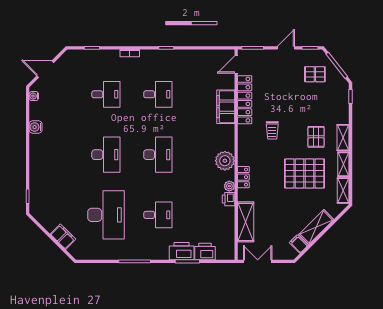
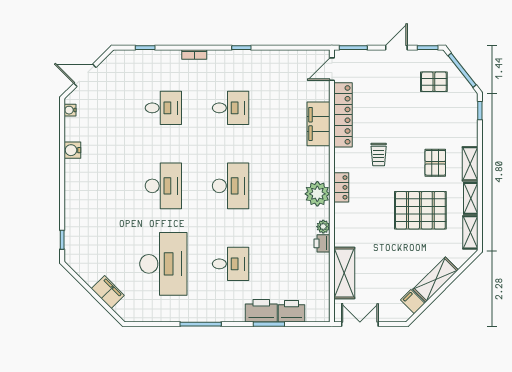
locker: (243, 177) -> (341, 187), moved

